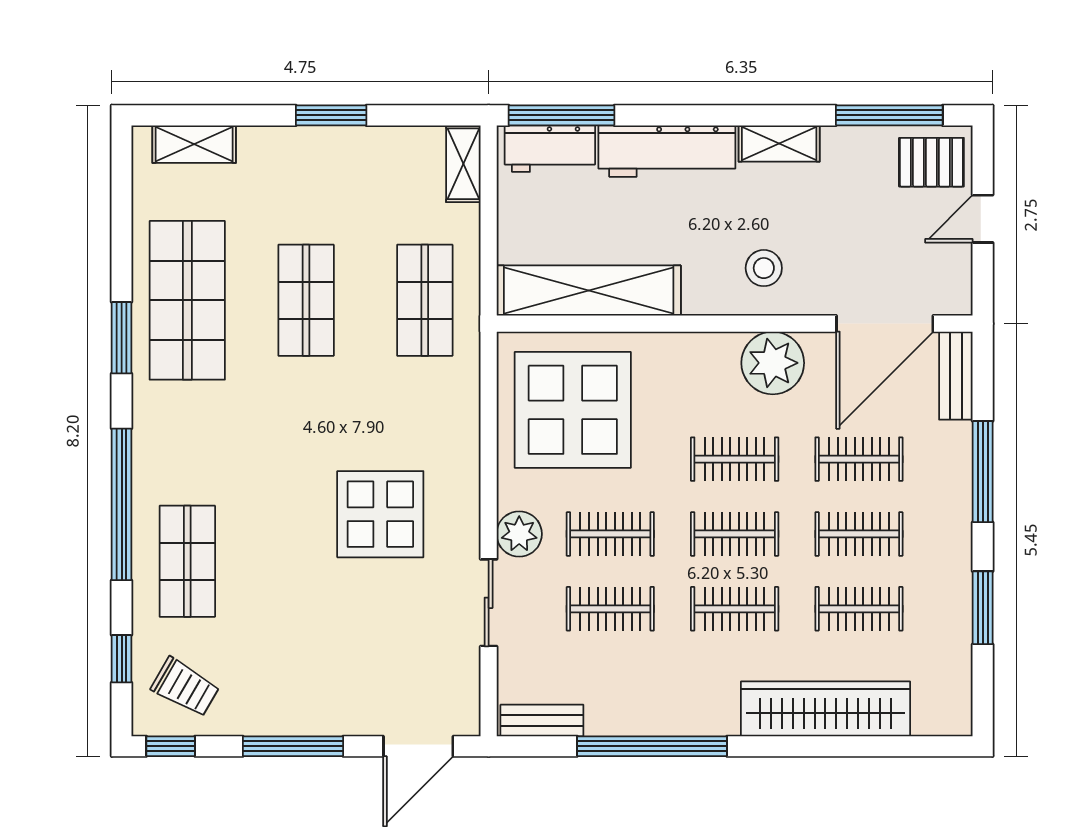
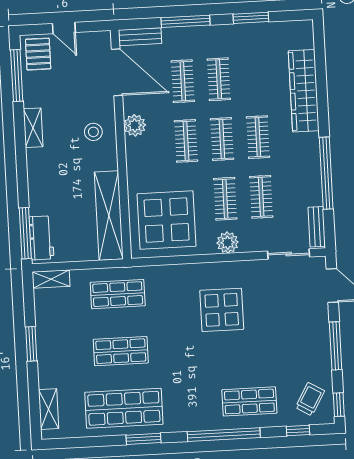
workbench: (667, 151) -> (40, 182), removed
plant: (773, 363) -> (135, 125), width x0.73, depth x0.73
sliding door: (489, 603) -> (289, 254), moved
clothes rail: (859, 609) -> (255, 77), removed

